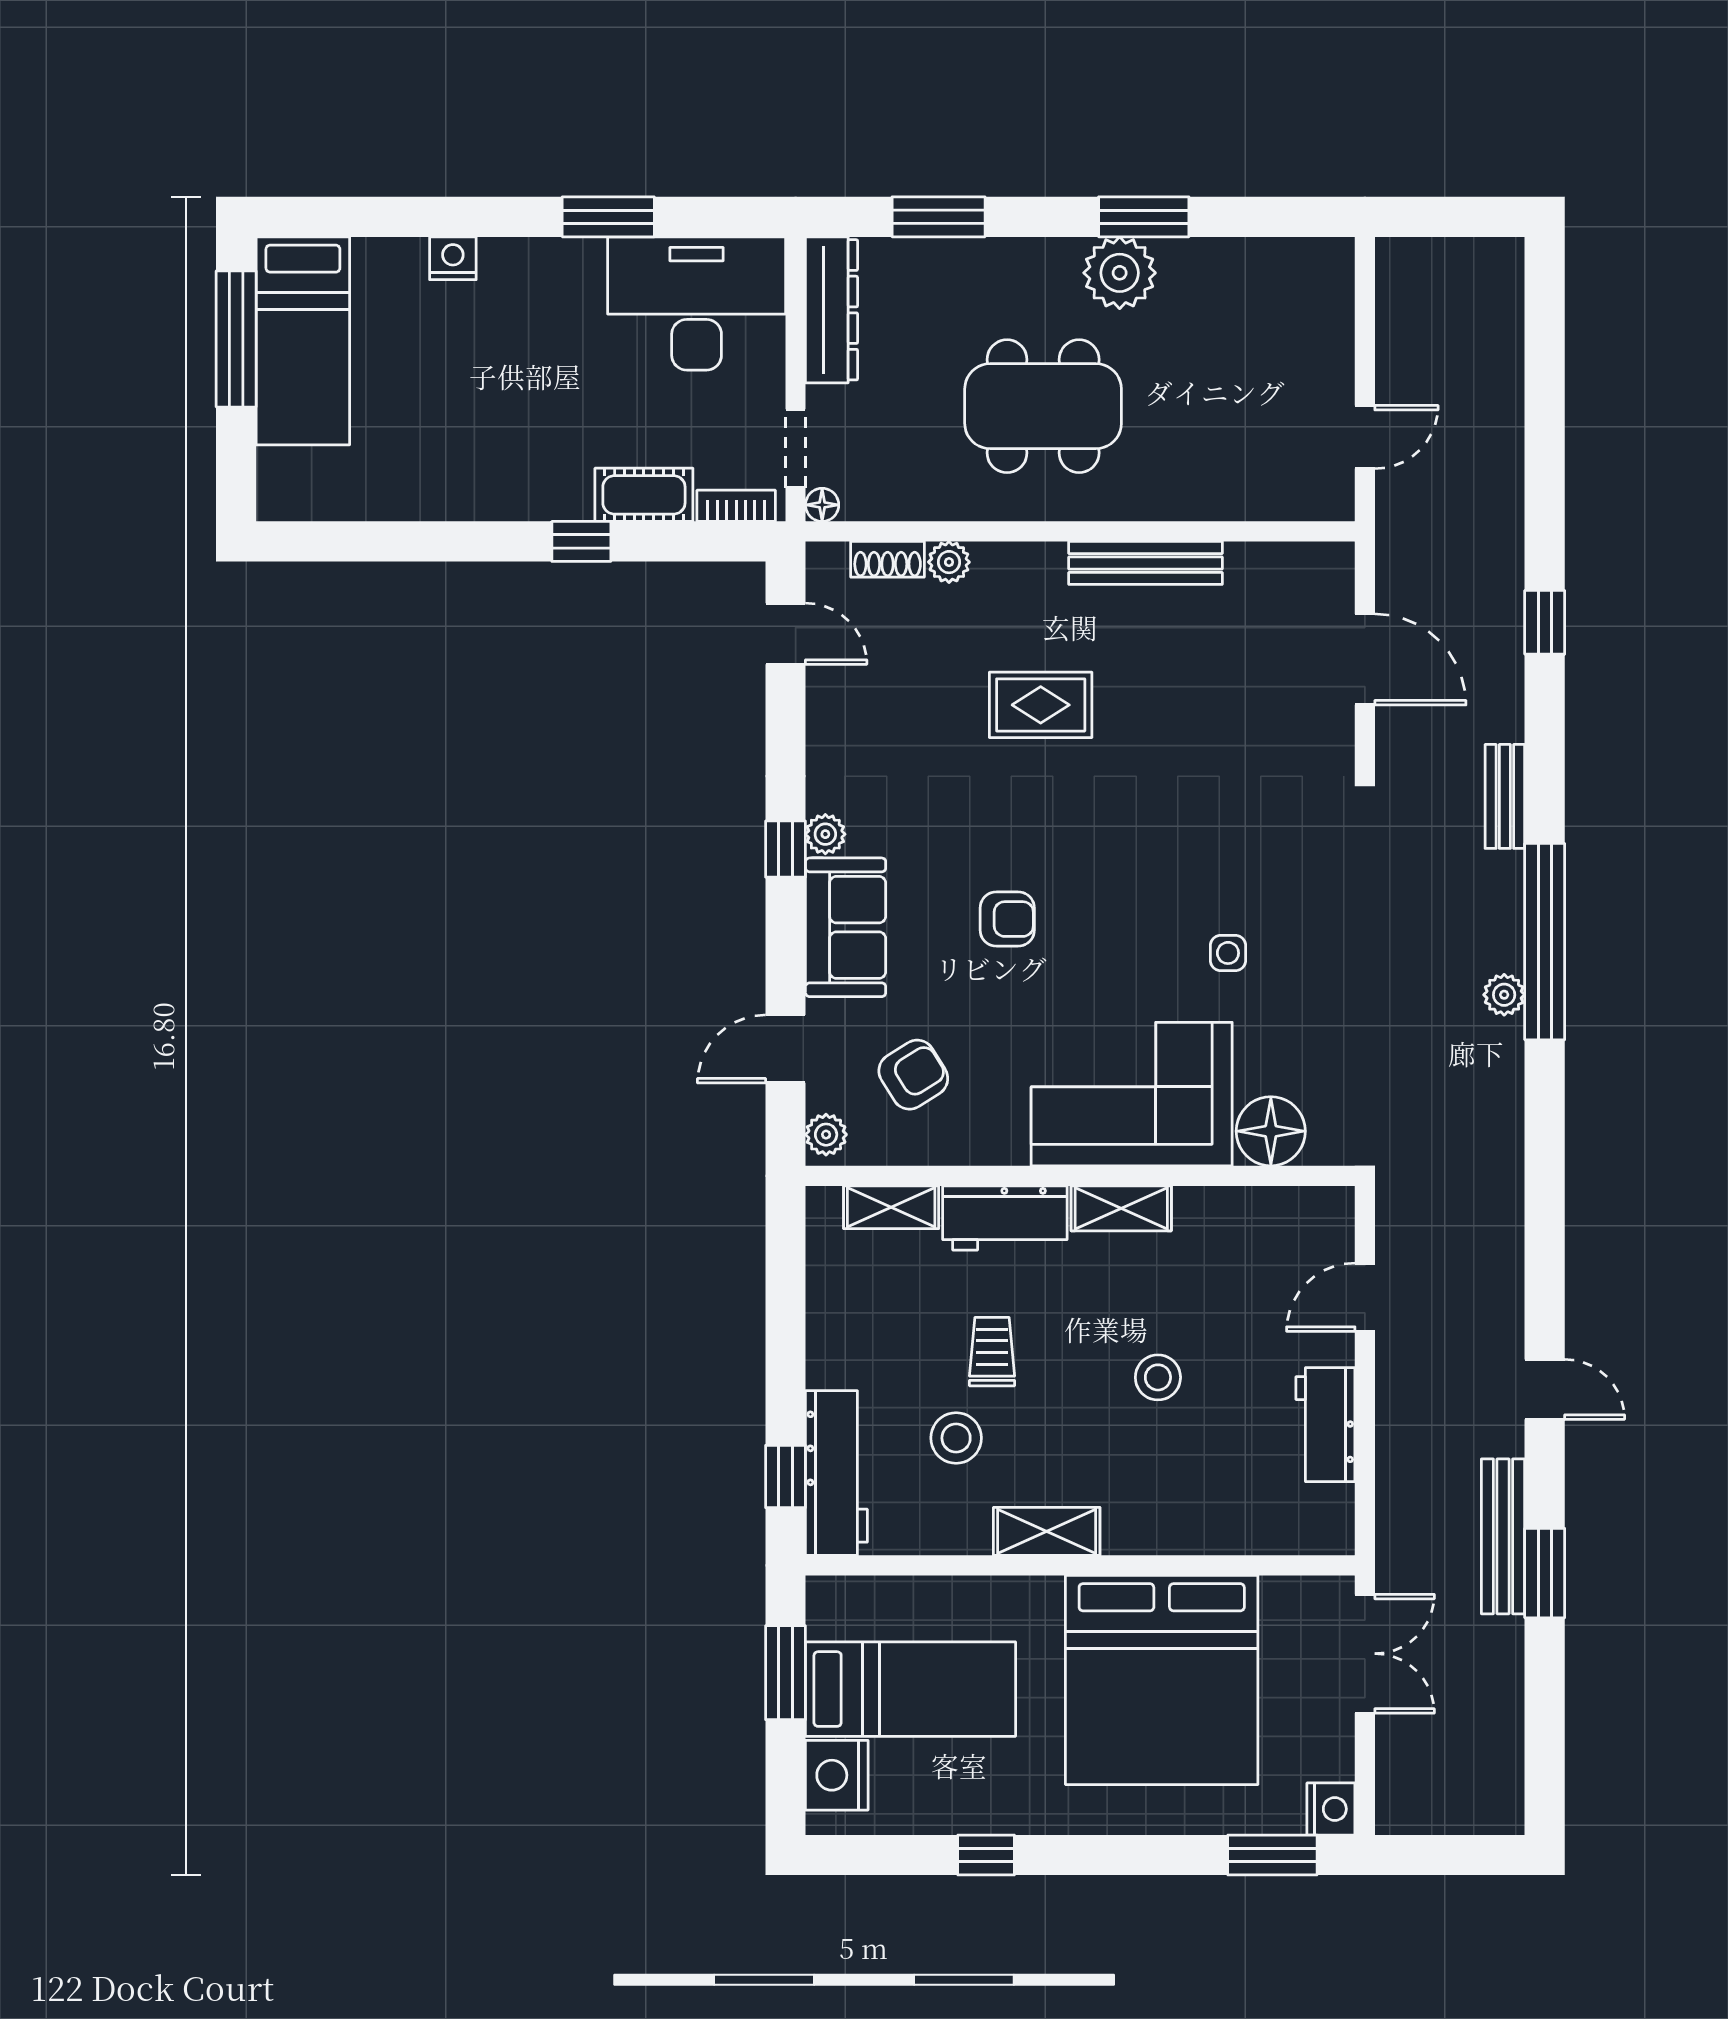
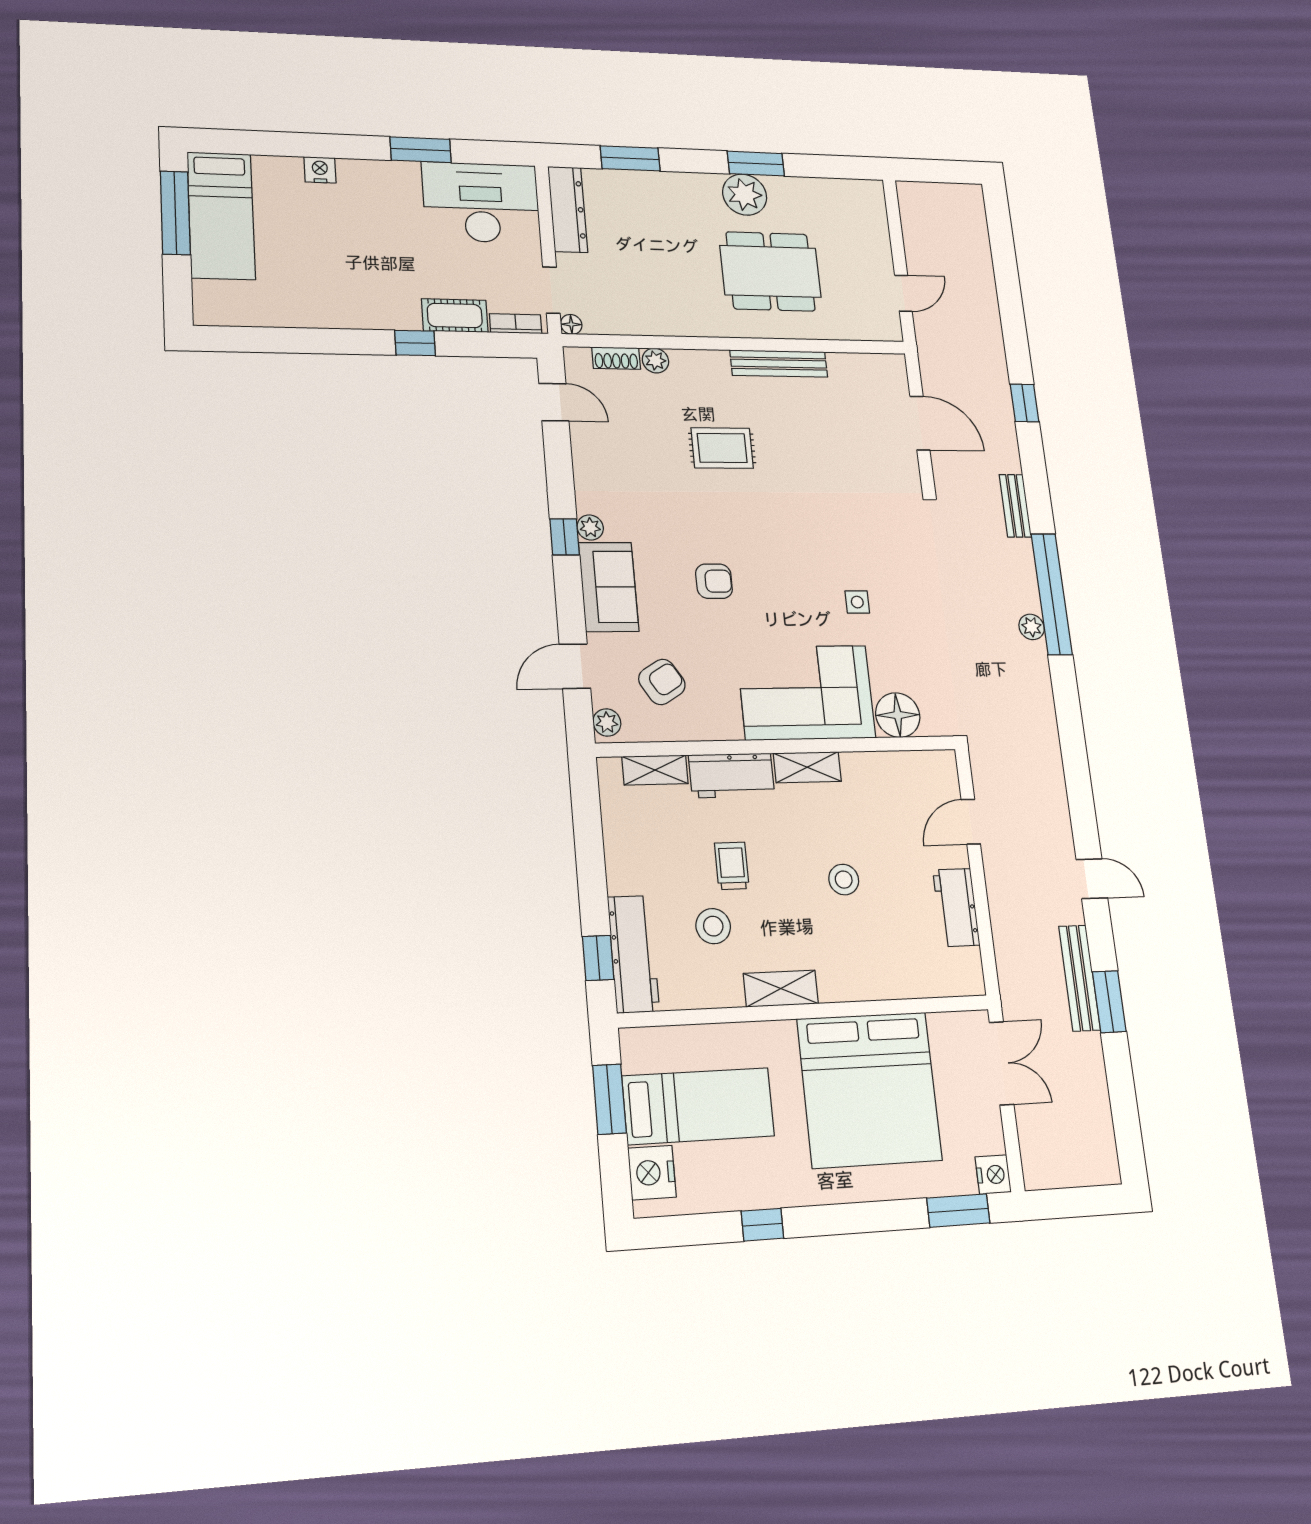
dining table: (1043, 406) -> (770, 271), moved

